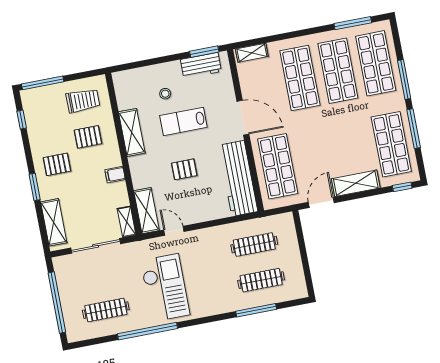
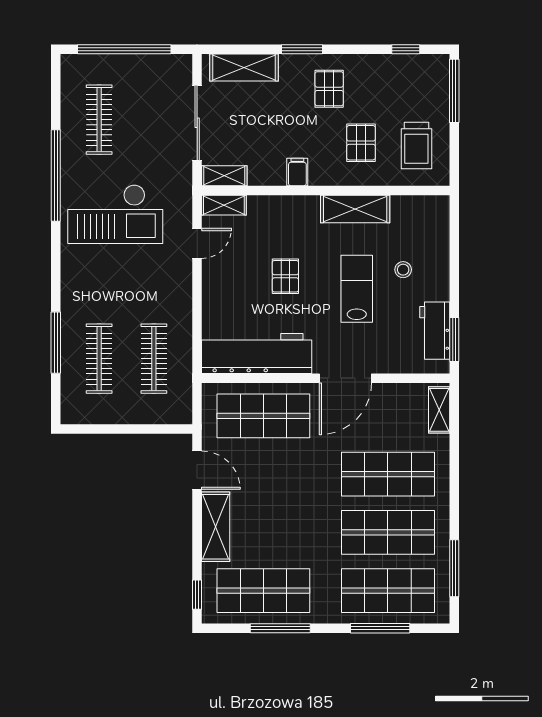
window: (404, 80) -> (380, 628), moved
shelving: (146, 211) -> (224, 205), width x0.67, depth x0.75

